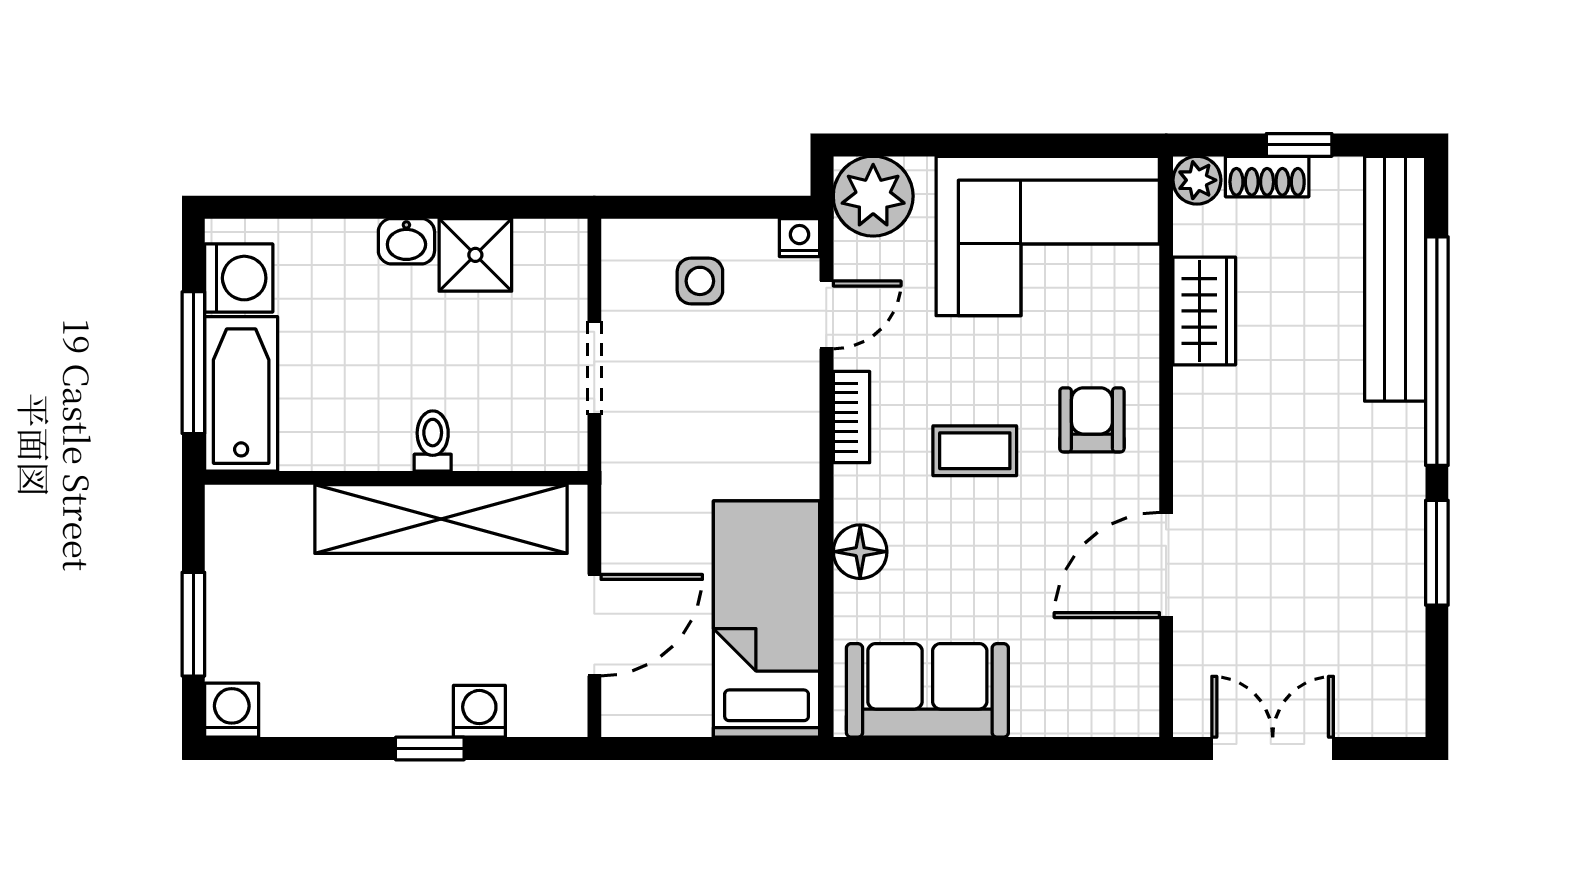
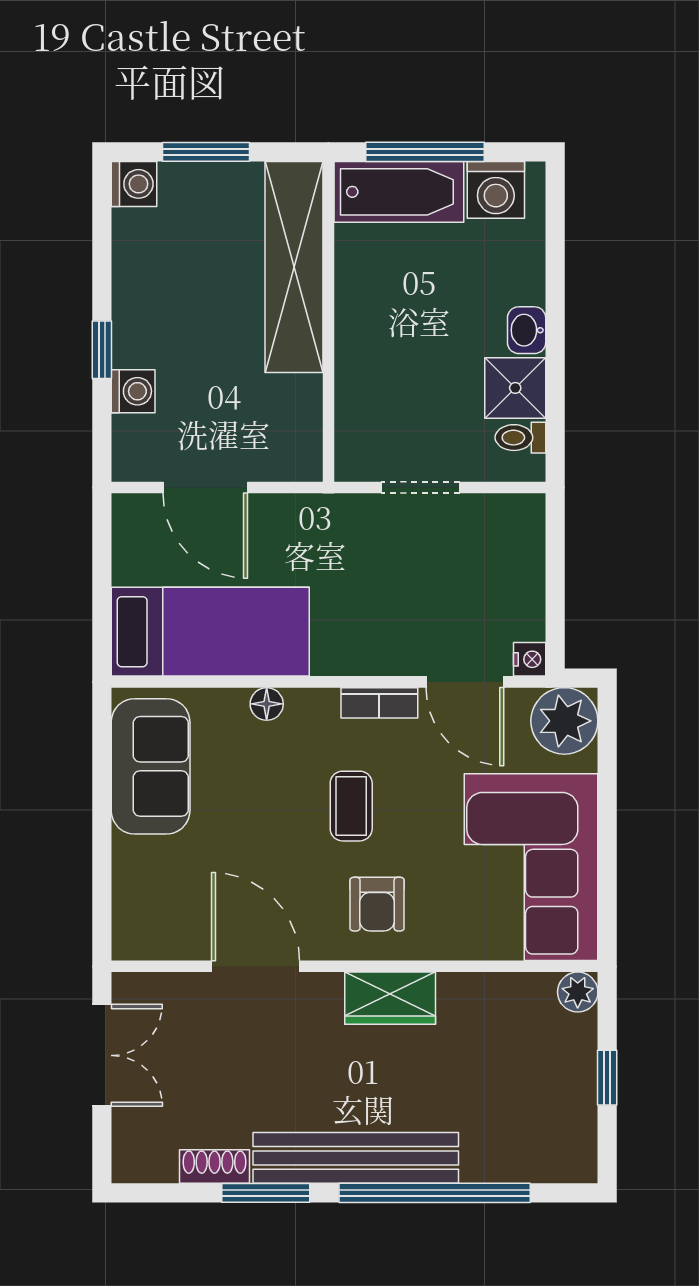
shoe rack: (1267, 177) -> (215, 1166), moved, turned 90
bench: (1395, 279) -> (356, 1158), moved
side table: (700, 281) -> (493, 576), removed
wardrobe: (1204, 311) -> (390, 998), moved
door: (826, 315) -> (465, 682), width x1.38
armchair: (1092, 420) -> (377, 904), turned 90
toilet: (433, 441) -> (520, 438), moved, turned 180
shelving: (441, 519) -> (294, 267), moved
floor lamp: (860, 552) -> (267, 704), width x0.73, depth x0.73

